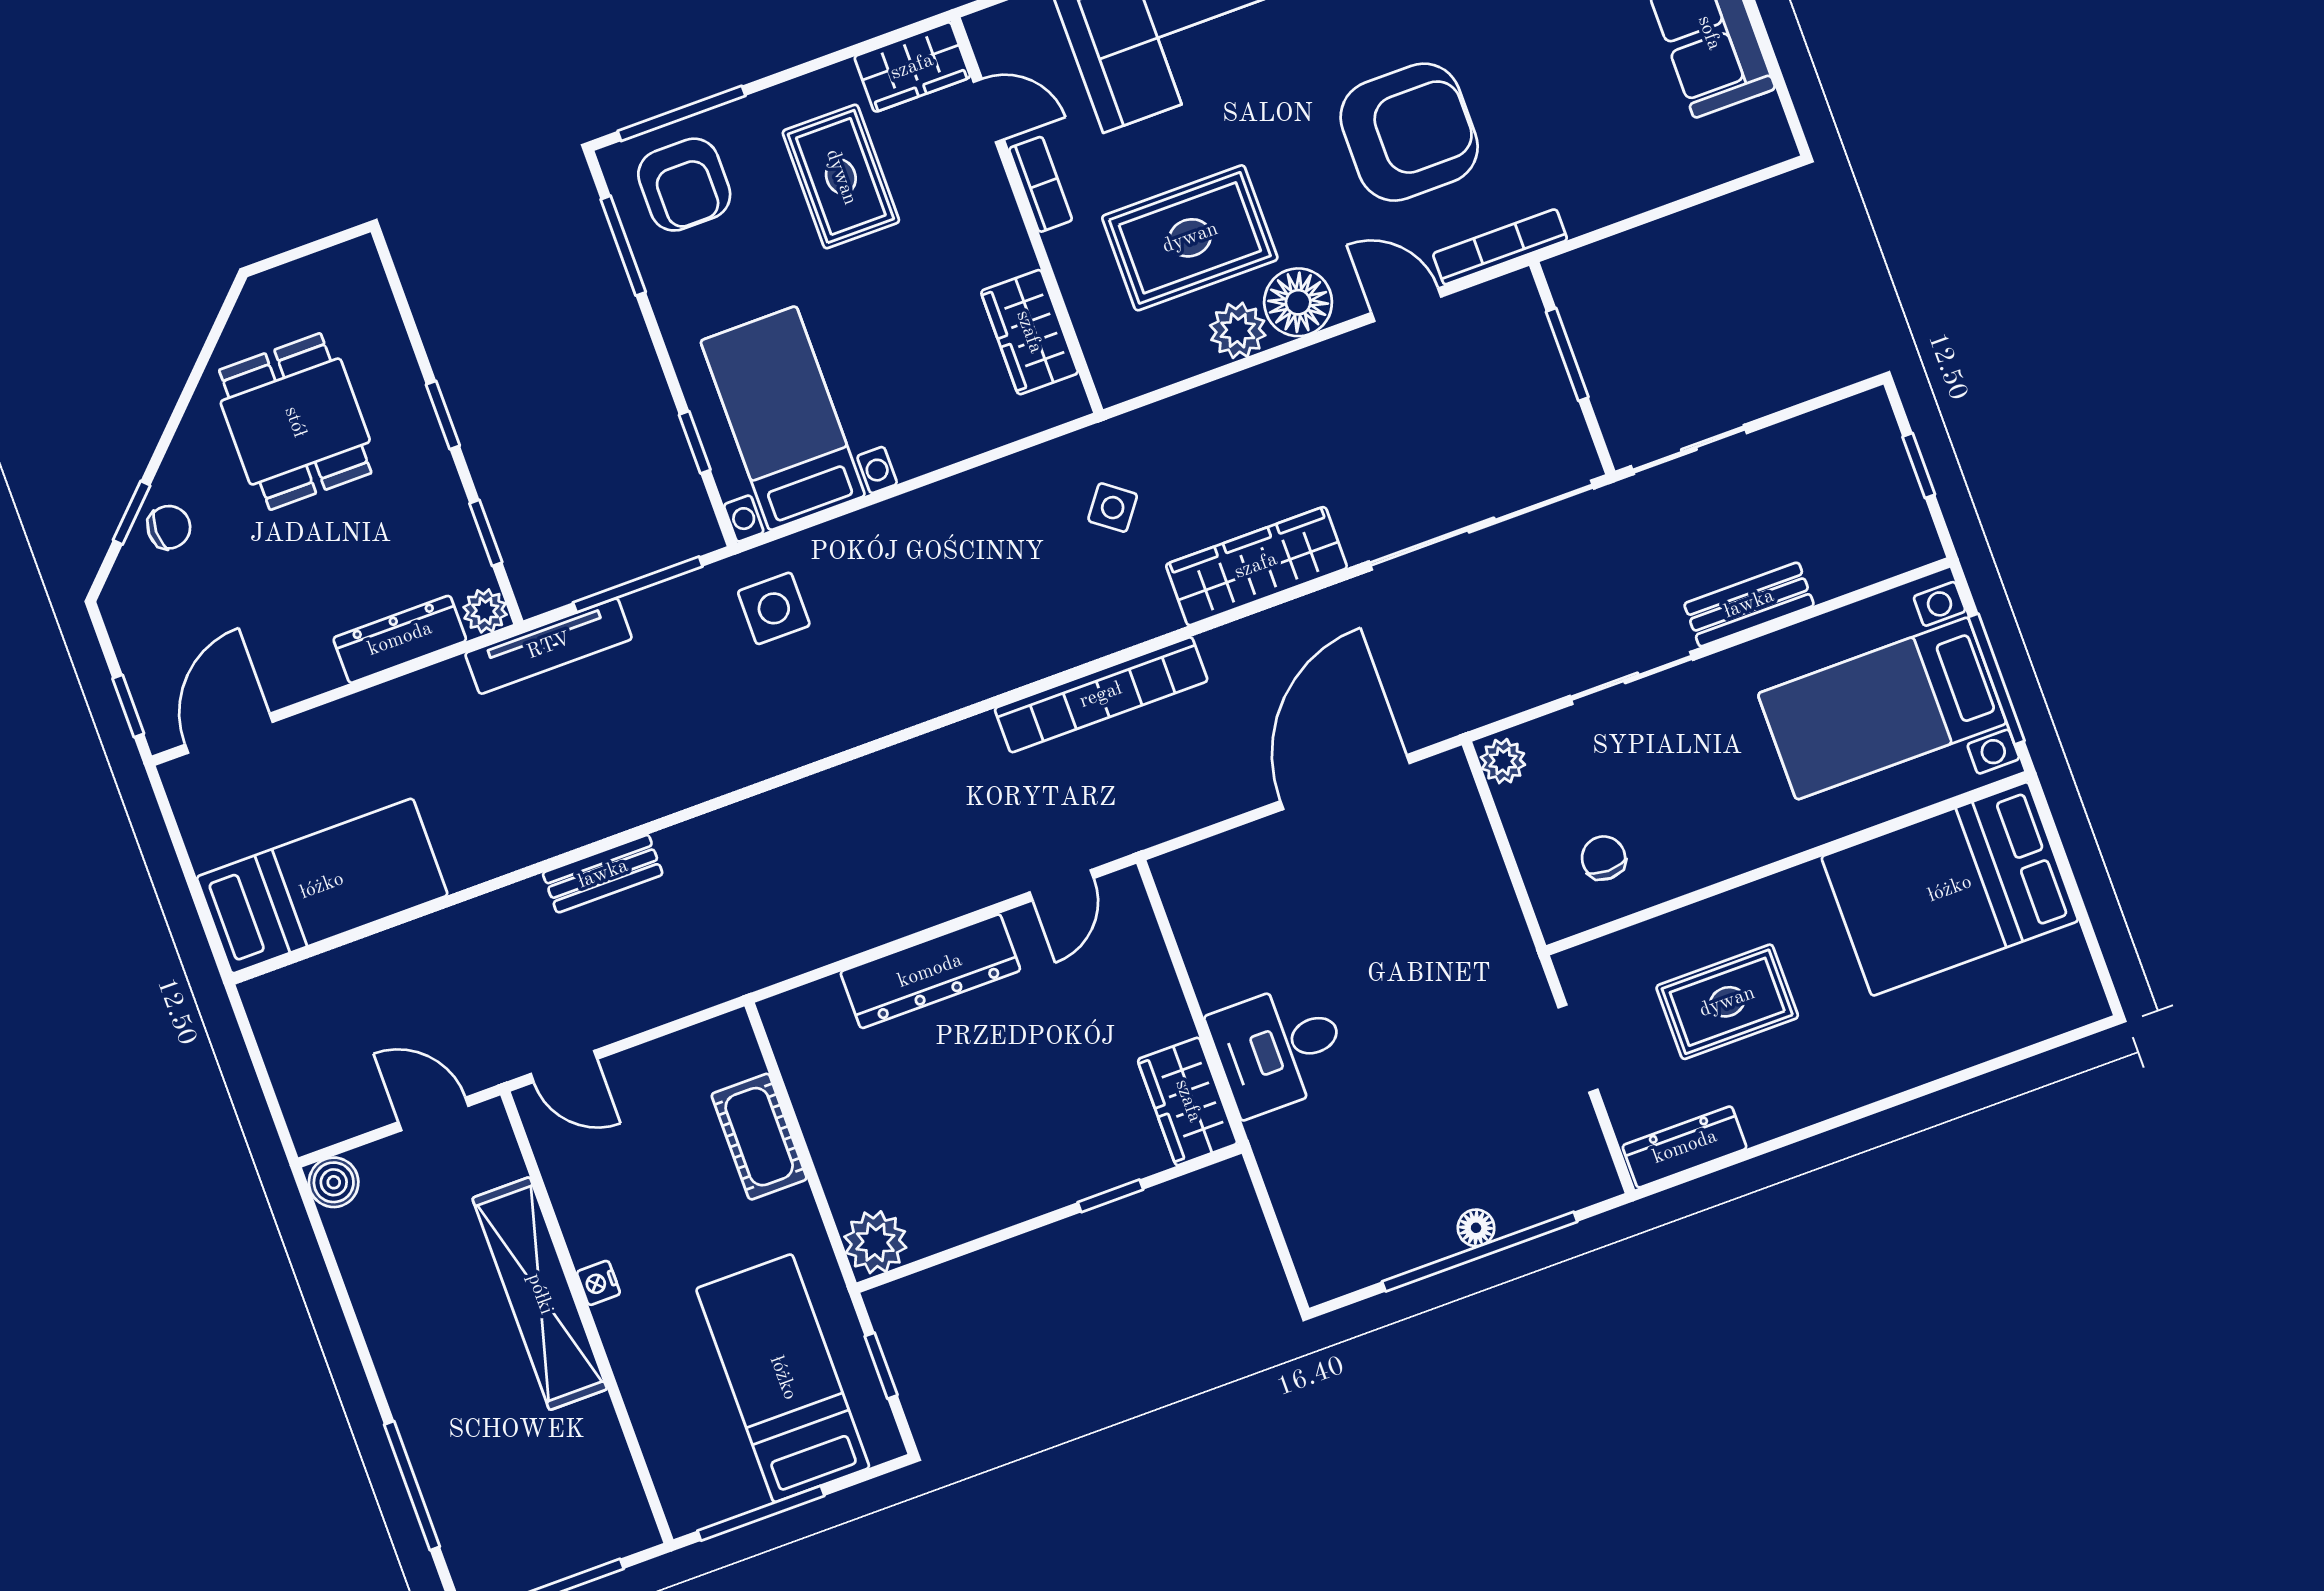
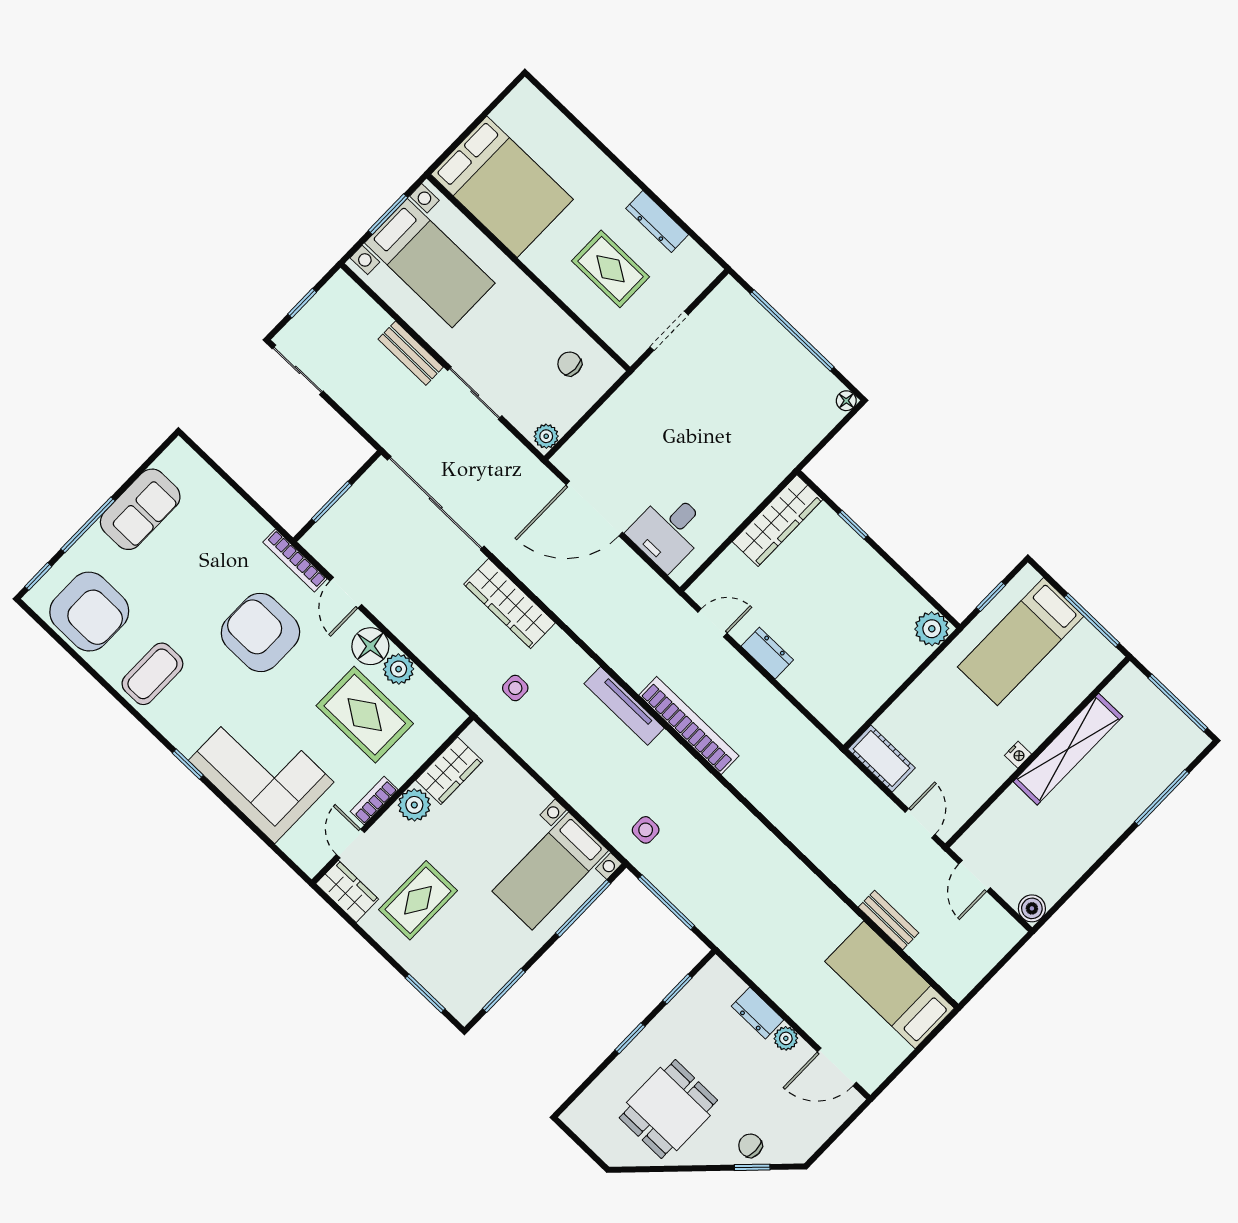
window: (682, 113) -> (425, 993), width x0.69
armchair: (684, 185) -> (459, 975), removed
plant: (1001, 247) -> (414, 805), added
window: (695, 442) -> (583, 908), width x2.17
sliding door: (1689, 450) -> (298, 370), moved
side table: (1113, 508) -> (515, 688), turned -37
side table: (774, 608) -> (646, 830), width x0.73, depth x0.73
plant: (485, 611) -> (786, 1038), moved
dresser: (400, 639) -> (758, 1013), width x0.70
tv unit: (549, 646) -> (624, 706), moved, turned 180
window: (1996, 679) -> (388, 214), width x0.69
bookcase: (1101, 695) -> (689, 725), moved
window: (128, 706) -> (848, 1123), removed
chair: (1604, 858) -> (570, 364), turned 90
bench: (603, 874) -> (889, 920), moved
dresser: (930, 971) -> (767, 653), width x0.51, depth x0.80
desk: (1279, 1048) -> (669, 531), moved, turned 90
wardrobe: (1188, 1101) -> (778, 521), width x1.50
cot: (759, 1137) -> (881, 759), moved, turned 90
dresser: (1685, 1147) -> (657, 222), moved
floor lamp: (1476, 1228) -> (846, 401), moved
shelving: (540, 1294) -> (1068, 749), moved

